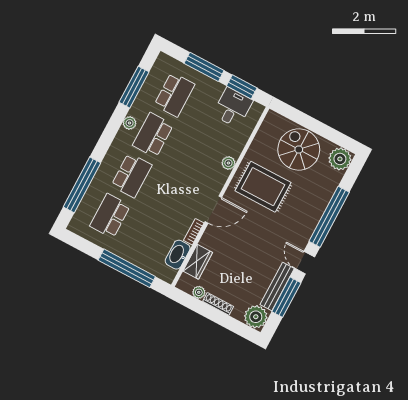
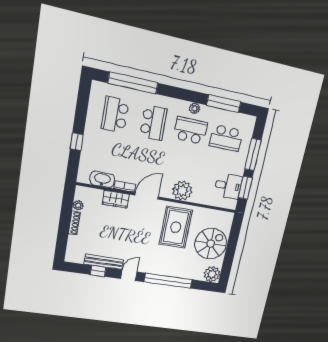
plant: (228, 163) -> (182, 191), width x1.88, depth x1.88
school desk: (132, 175) -> (153, 123), turned -90
door: (213, 210) -> (147, 196), swing flipped
school desk: (110, 216) -> (115, 115), turned -90
wardrobe: (198, 262) -> (116, 199), moved
window: (127, 268) -> (77, 142), width x0.32
window: (286, 297) -> (98, 271), width x0.46
plant: (256, 317) -> (75, 254), removed

